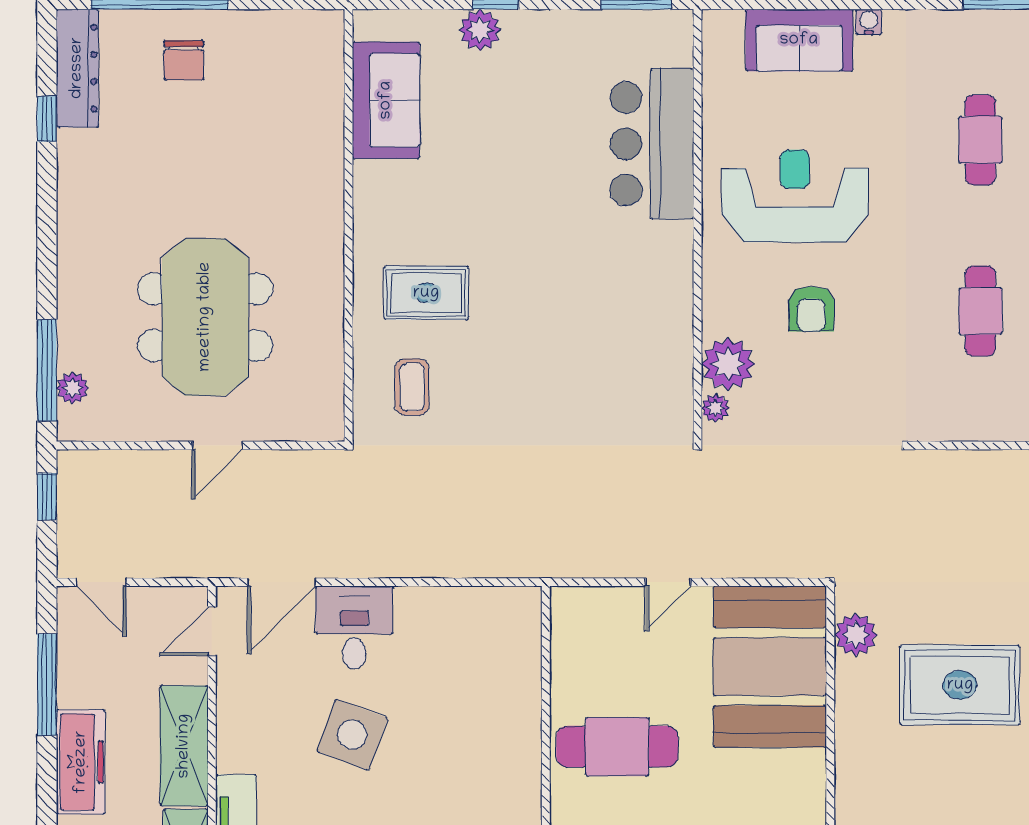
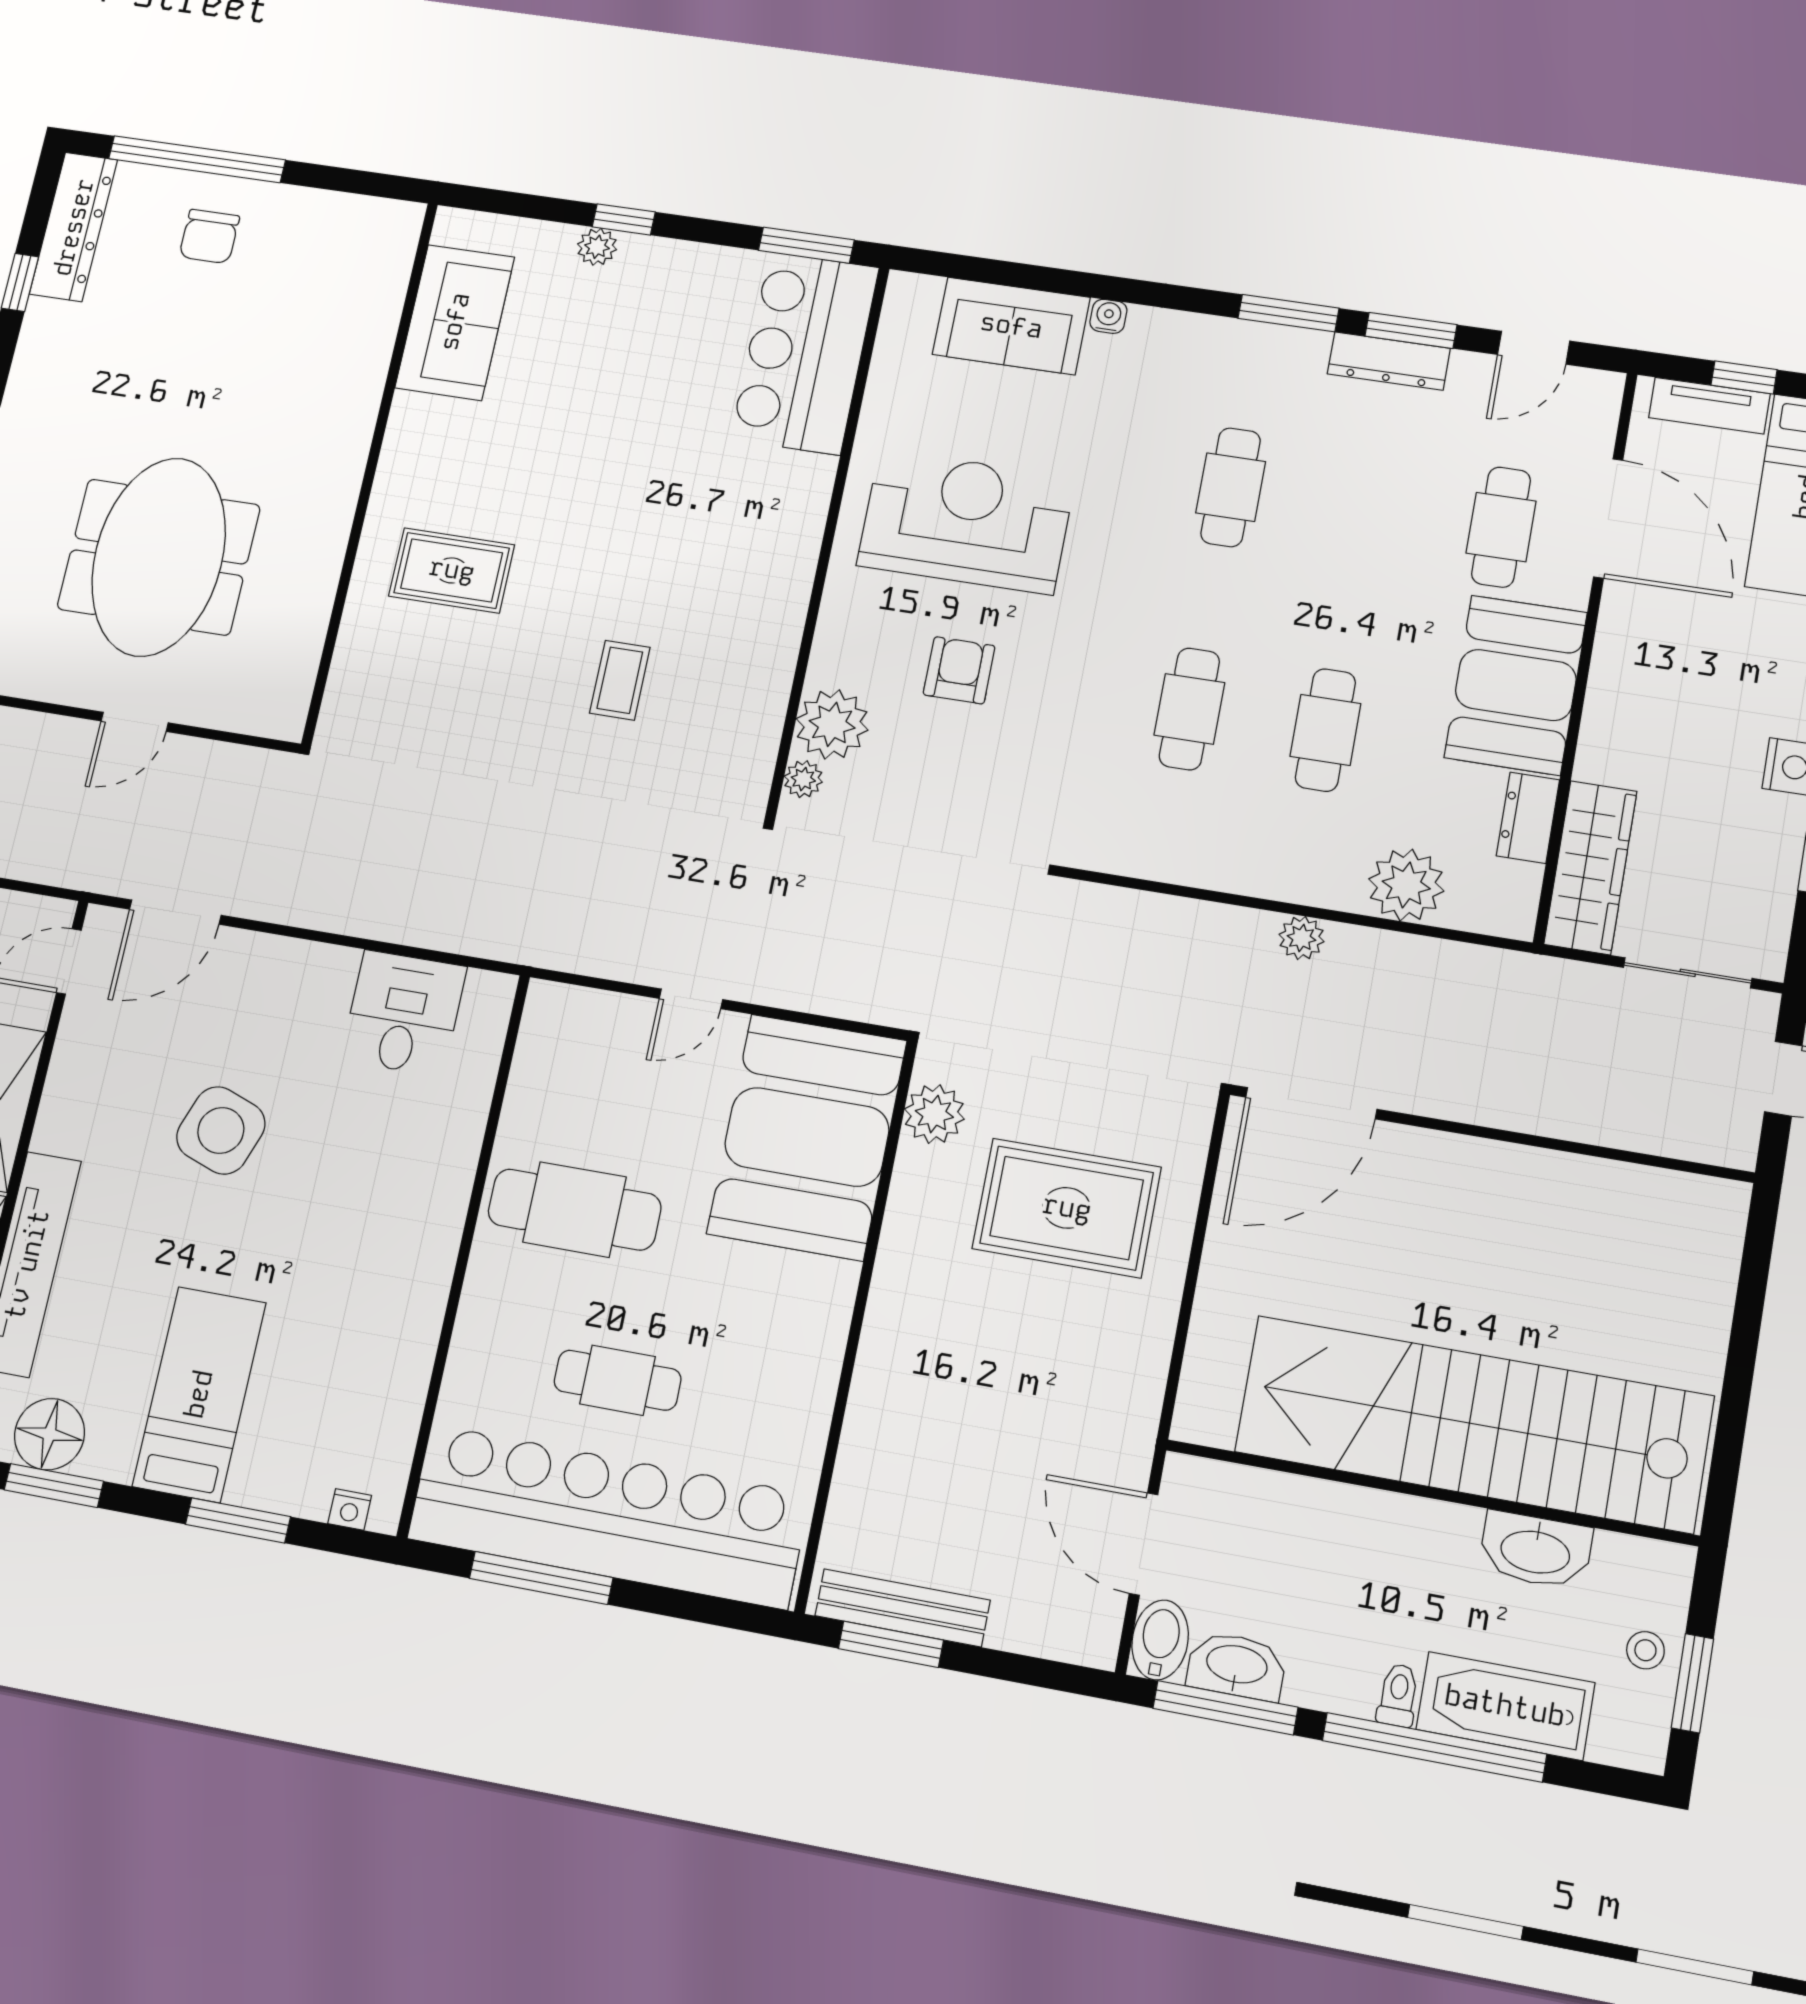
plant: (480, 30) -> (597, 247), width x0.73, depth x0.73
bar counter: (652, 144) -> (805, 353), moved
armchair: (811, 309) -> (959, 670), turned 180
coffee table: (412, 387) -> (620, 680), moved
desk: (354, 627) -> (404, 1013), moved

